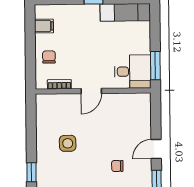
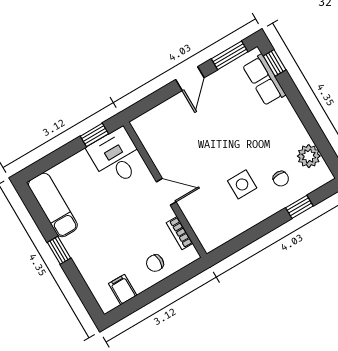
window: (155, 66) -> (94, 135), width x0.67
door: (156, 149) -> (190, 79), hinge flipped
chair: (117, 166) -> (281, 179), moved

